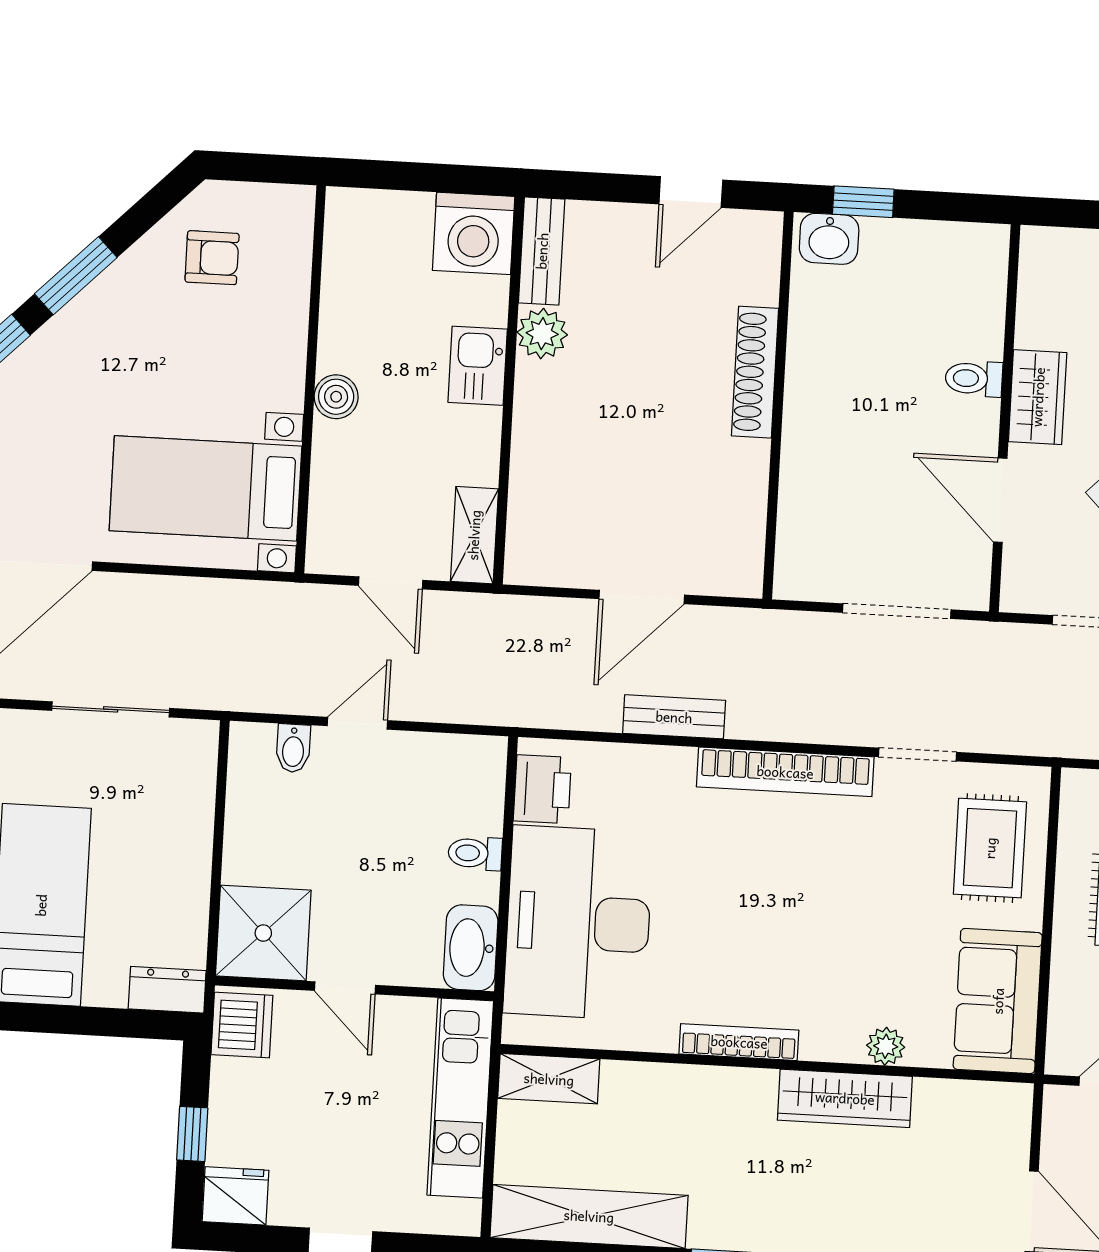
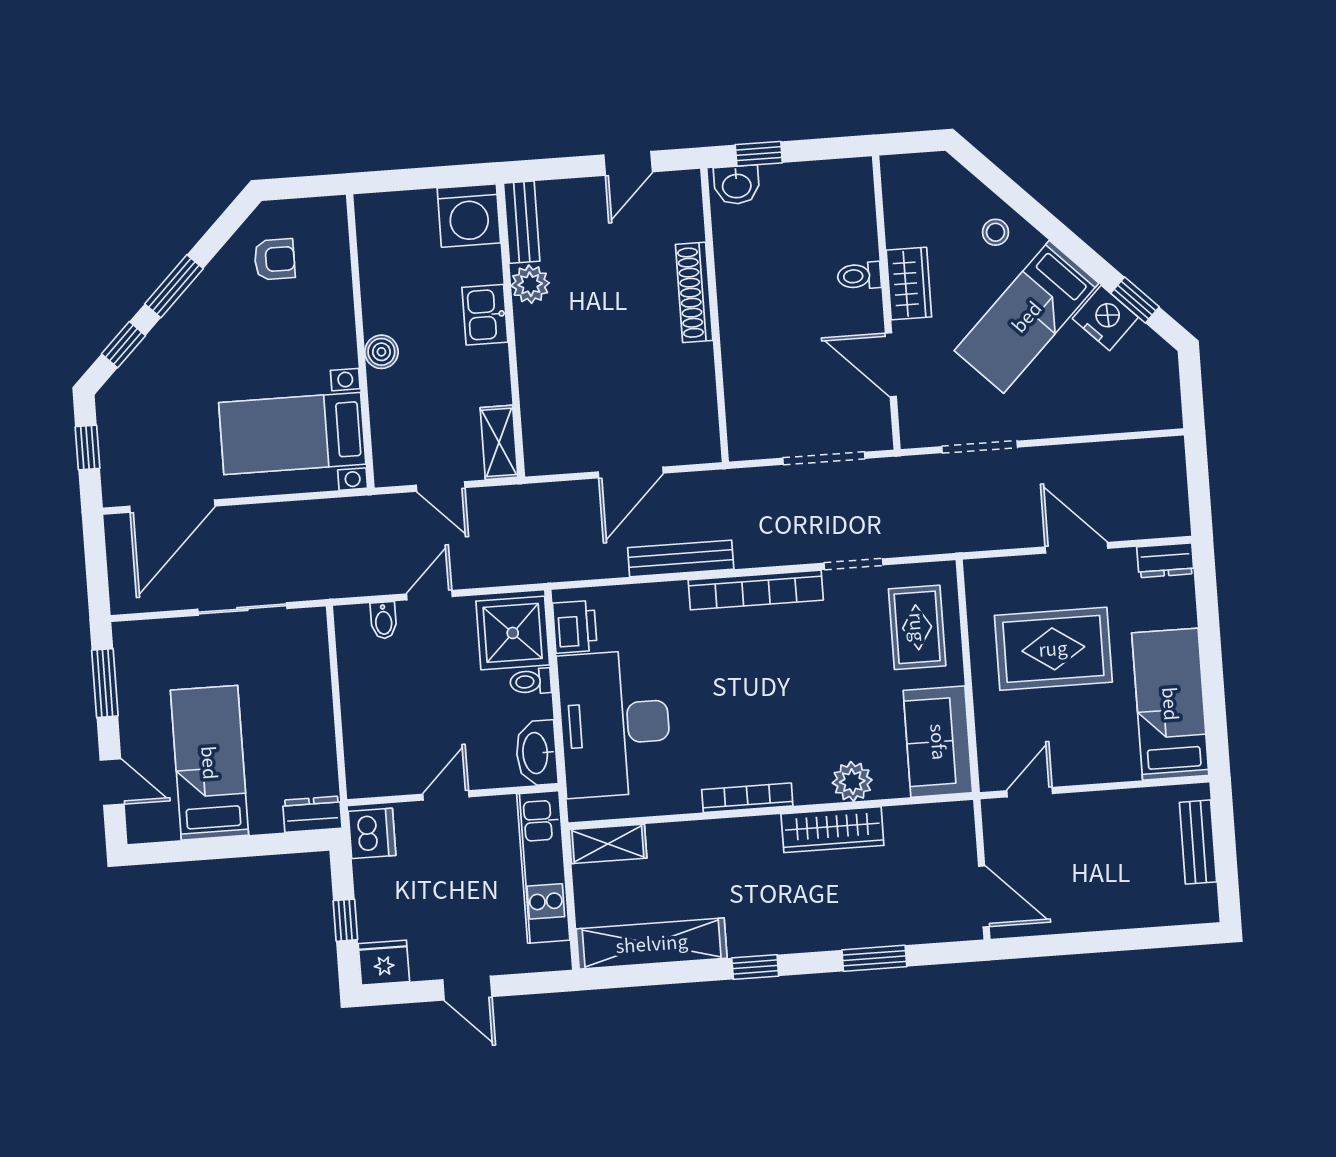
bench: (674, 717) -> (681, 558), width x1.36
shower: (263, 933) -> (513, 633), moved
door: (345, 988) -> (446, 795), swing flipped
plant: (886, 1046) -> (852, 781), width x1.38, depth x1.38

